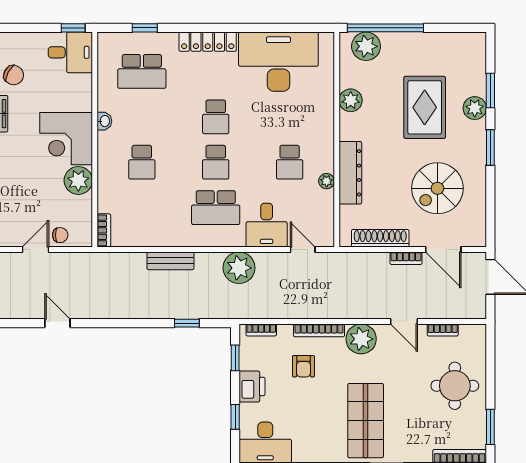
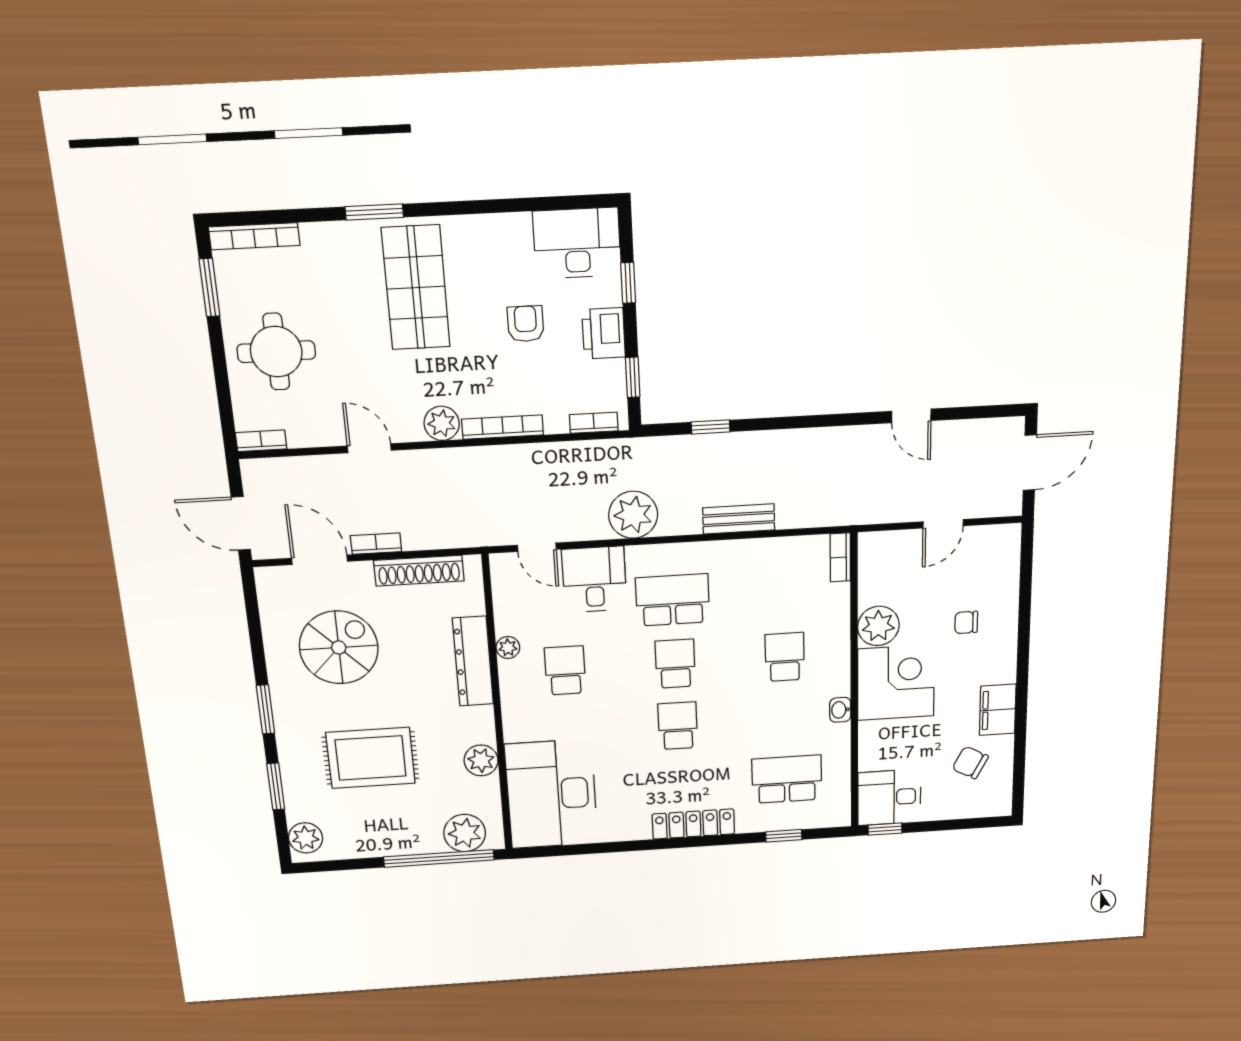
desk: (278, 62) -> (551, 794), moved, turned 90
rug: (425, 107) -> (371, 758), turned 90
plant: (475, 108) -> (306, 838), moved
chair: (60, 235) -> (966, 622), moved
bookcase: (443, 330) -> (261, 441), moved
plant: (361, 339) -> (442, 423), width x0.73, depth x0.73
armchair: (303, 366) -> (526, 324), moved

